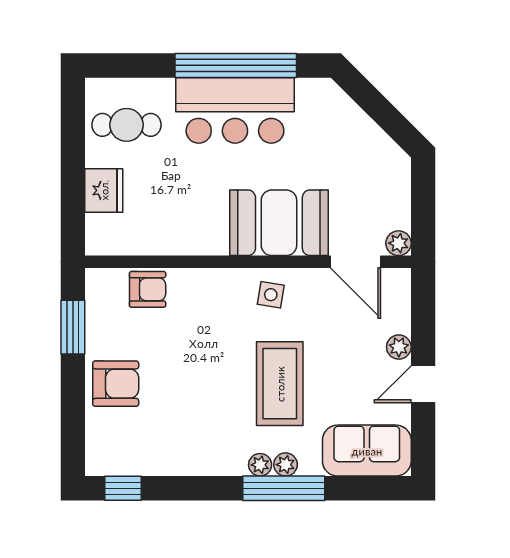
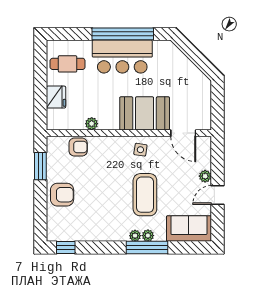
plant: (399, 243) -> (92, 124), moved

